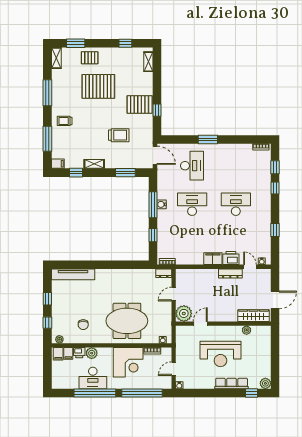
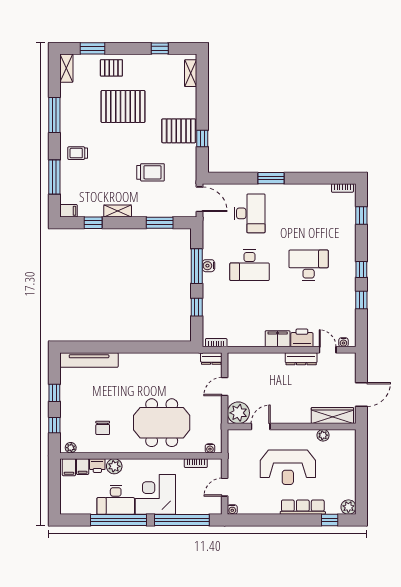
window: (275, 188) -> (361, 270), moved
desk: (192, 204) -> (250, 265), turned 180
corner desk: (128, 362) -> (155, 494), moved, turned 180

